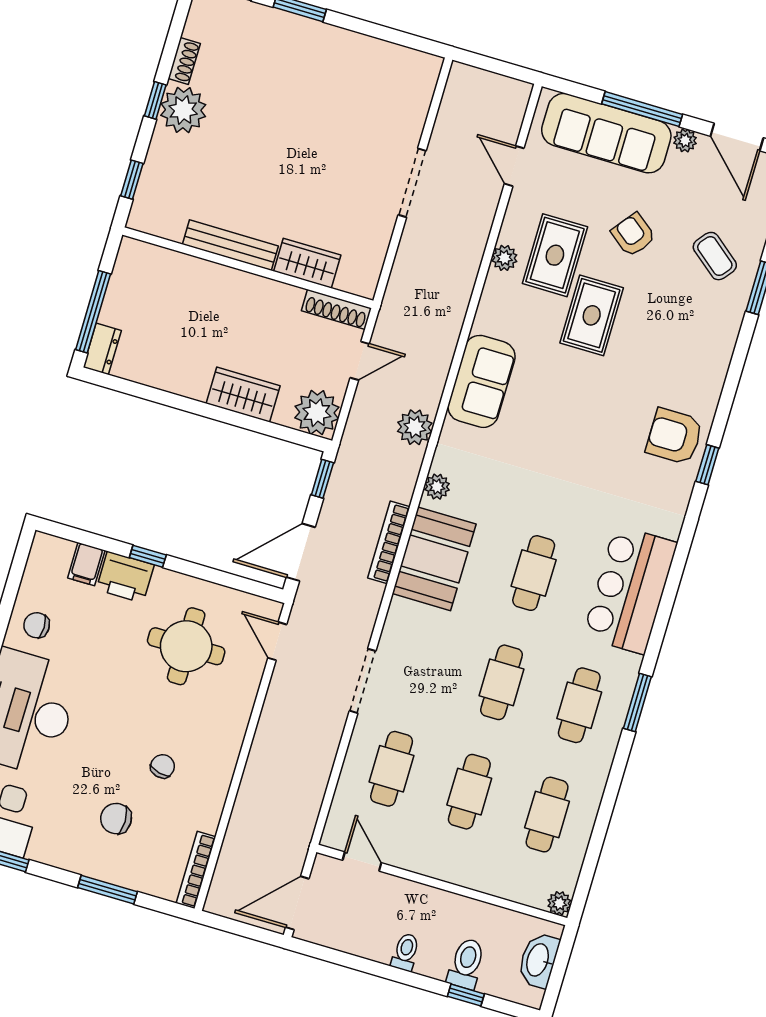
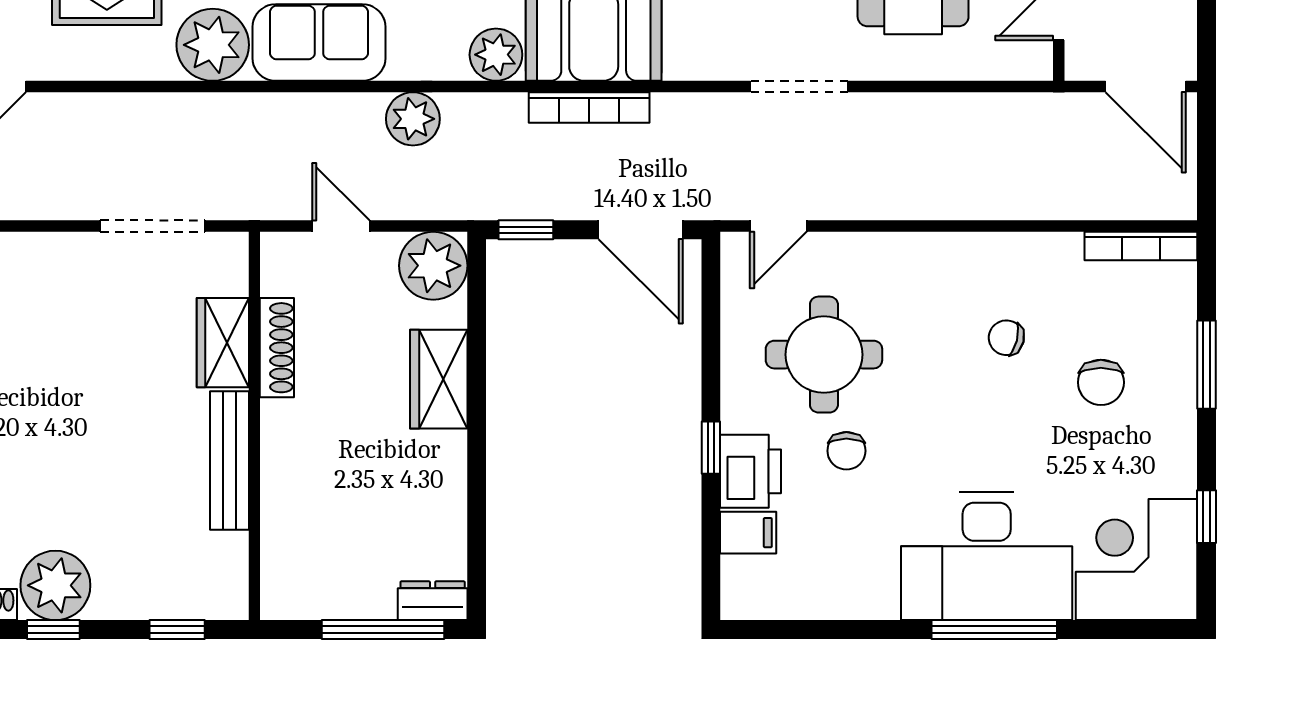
doorway: (412, 183) -> (153, 226), moved
plant: (504, 258) -> (213, 45), moved, width x1.87, depth x1.87
shoe rack: (336, 309) -> (277, 348), moved
plant: (437, 487) -> (496, 55), width x1.38, depth x1.38
chair: (37, 625) -> (846, 451), moved

